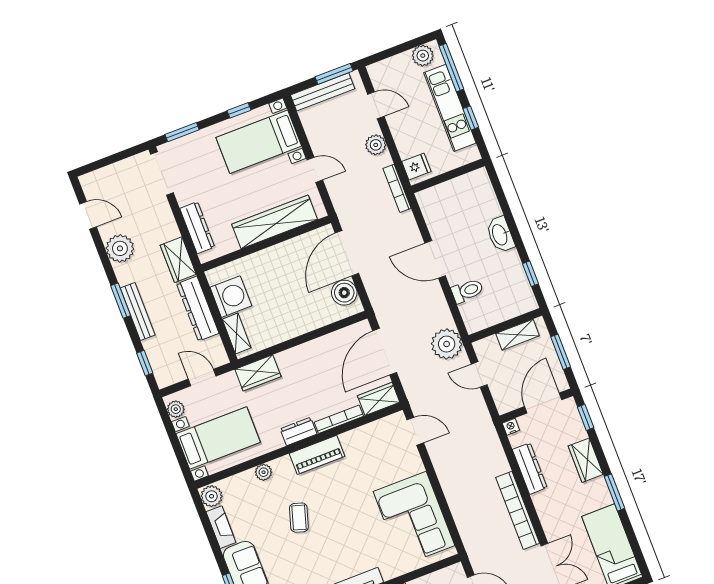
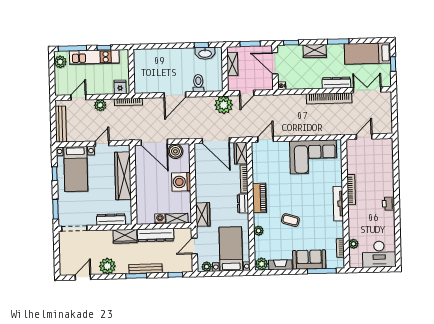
window: (334, 74) -> (53, 114), removed
washbasin: (500, 235) -> (205, 53), moved
washing machine: (231, 297) -> (160, 219), width x0.53, depth x0.53
washing machine: (298, 319) -> (181, 182), added
dresser: (530, 469) -> (336, 83), moved

